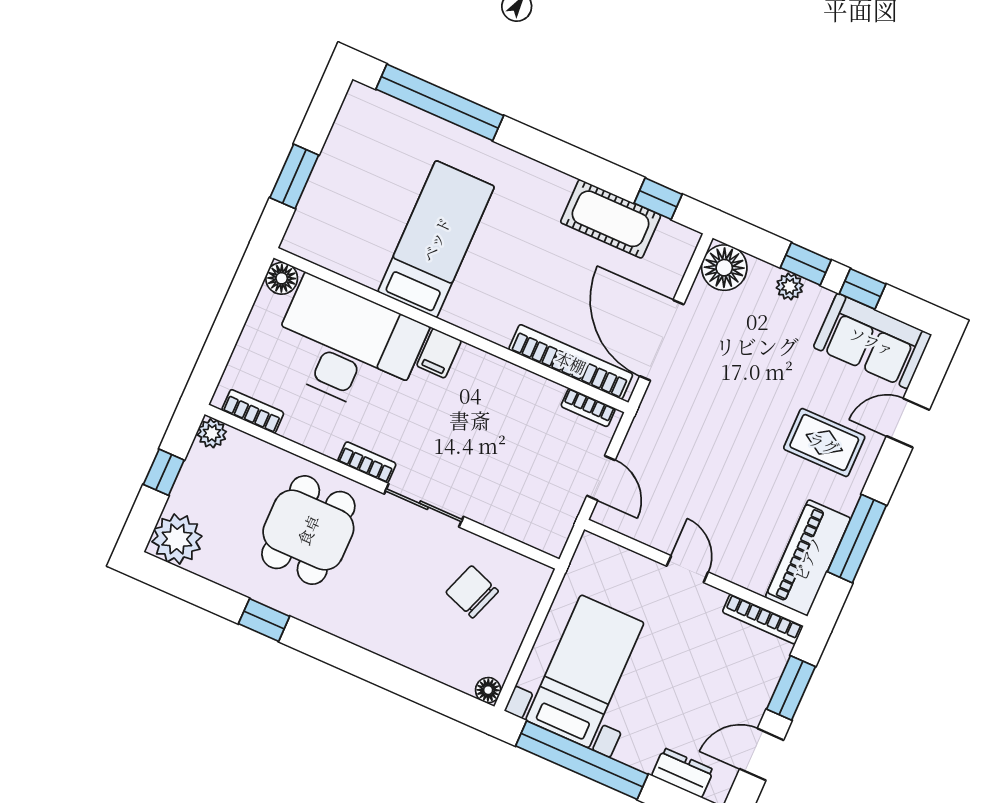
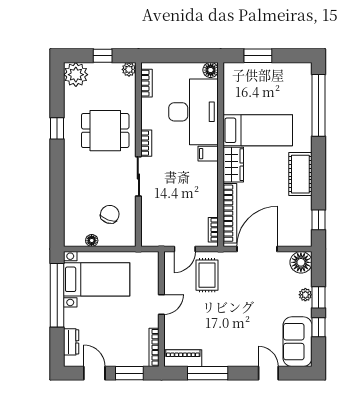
cot: (611, 219) -> (300, 174), moved
wardrobe: (481, 315) -> (233, 165), added
rug: (824, 443) -> (207, 275), moved
piano: (808, 558) -> (183, 358), width x0.73, depth x0.75
floor lamp: (488, 690) -> (92, 240), moved

